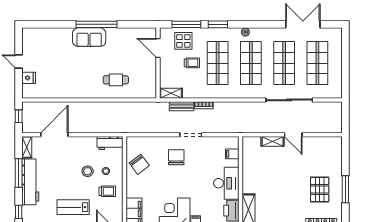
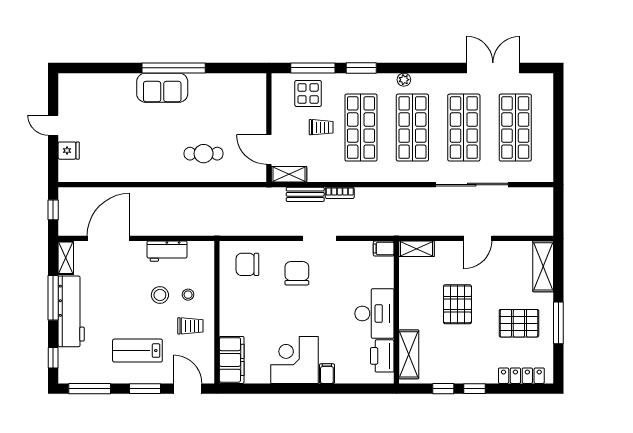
door: (158, 48) -> (269, 149), moved
door: (293, 135) -> (478, 238), hinge flipped
shelving: (273, 141) -> (417, 249), moved
workbench: (110, 143) -> (167, 251), moved
shelving: (335, 153) -> (543, 266), added
filing cabinet: (232, 154) -> (384, 249), moved
chair: (139, 164) -> (247, 264), moved, turned 127
pallet: (280, 177) -> (457, 304), added
pallet: (320, 190) -> (519, 323), turned 90

